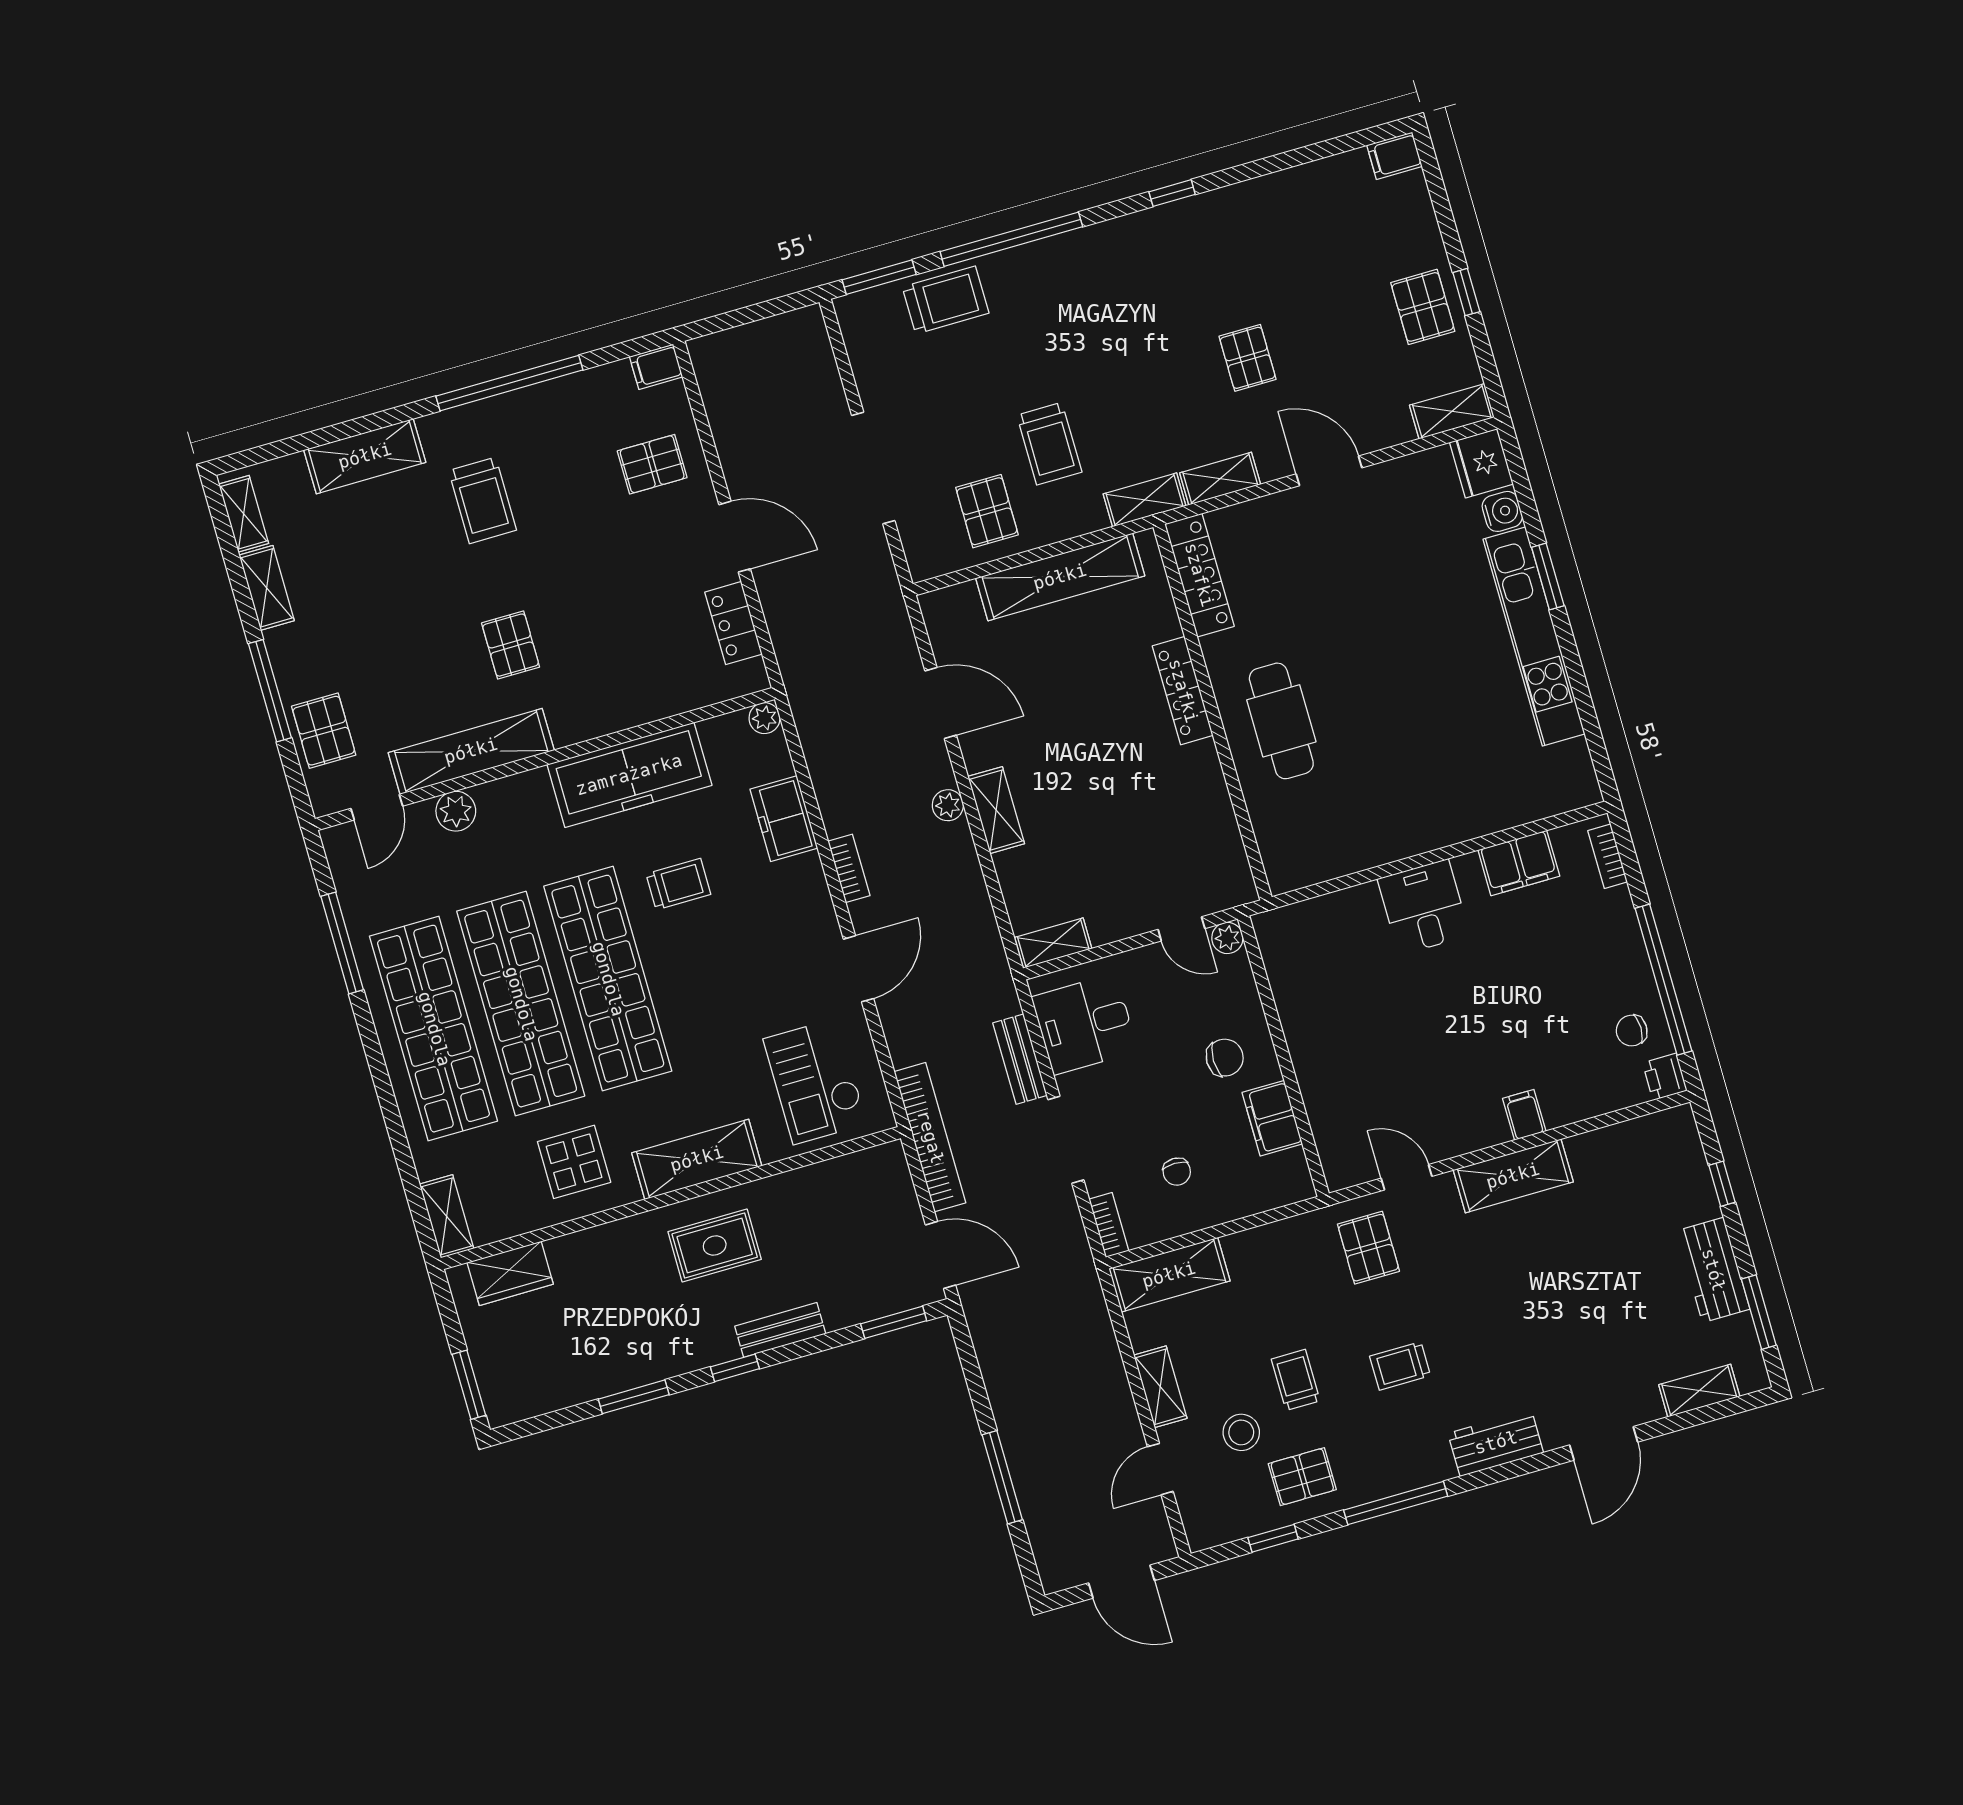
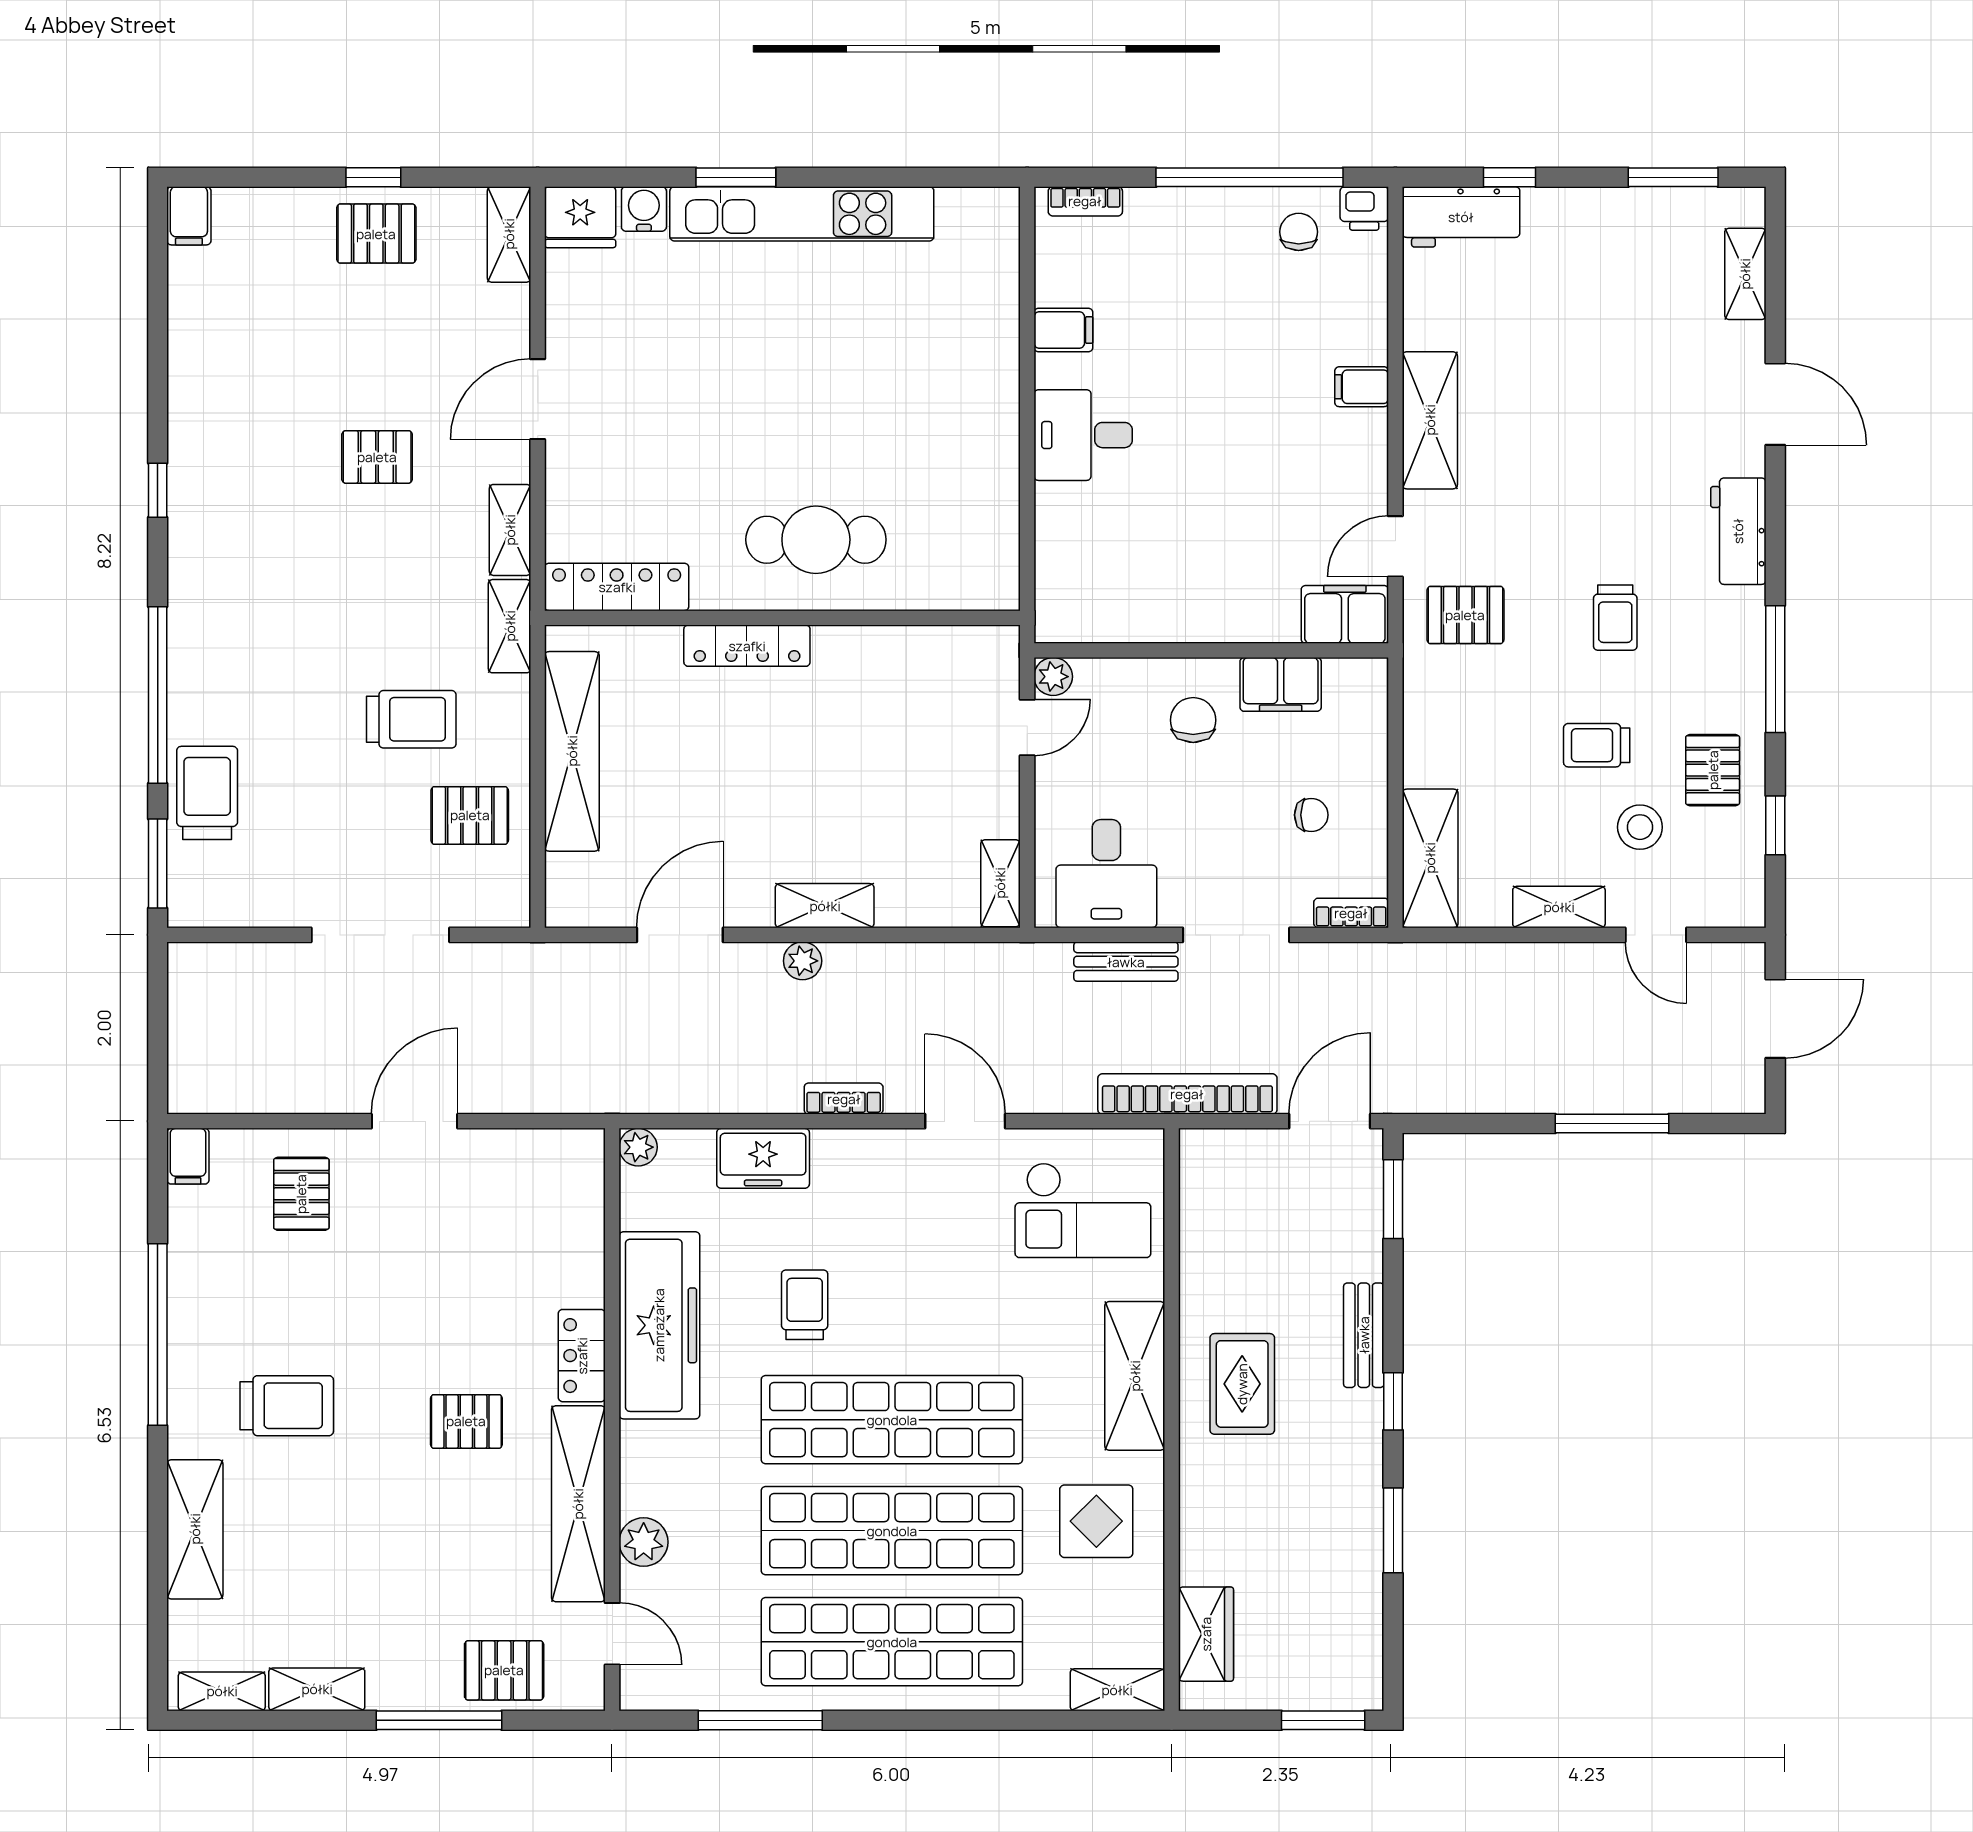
locker: (734, 623) -> (582, 1356), moved, turned 90
filing cabinet: (1519, 863) -> (1063, 330), width x0.50
chair: (1632, 1031) -> (1299, 232), turned 180
filing cabinet: (1342, 1153) -> (1345, 614), added
workbench: (1713, 1270) -> (1461, 217), moved

